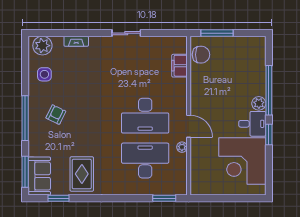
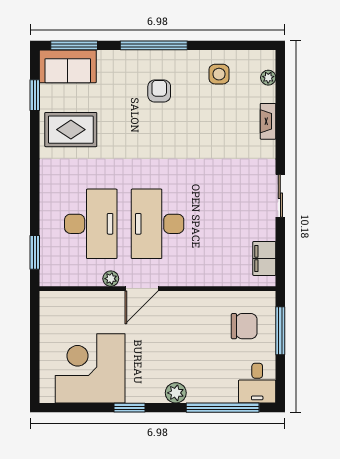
plant: (42, 46) -> (268, 78), width x0.53, depth x0.53
chair: (201, 55) -> (244, 326), moved, turned -90
filing cabinet: (180, 66) -> (264, 258), moved, turned -90
window: (269, 90) -> (223, 408), moved
armchair: (56, 115) -> (159, 91), turned -116
desk: (252, 124) -> (257, 383), moved

